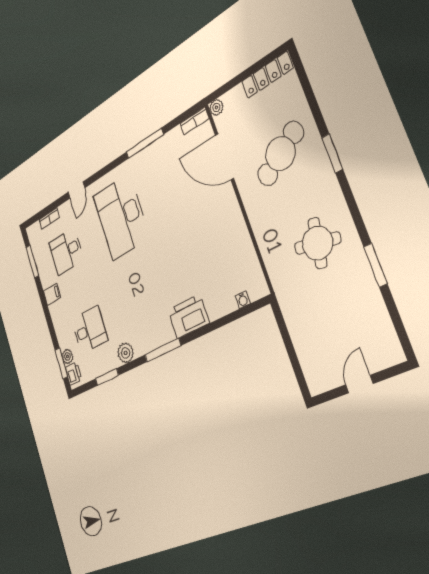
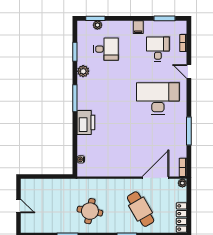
desk: (89, 330) -> (106, 49), turned -90
printer: (73, 374) -> (86, 26), removed

